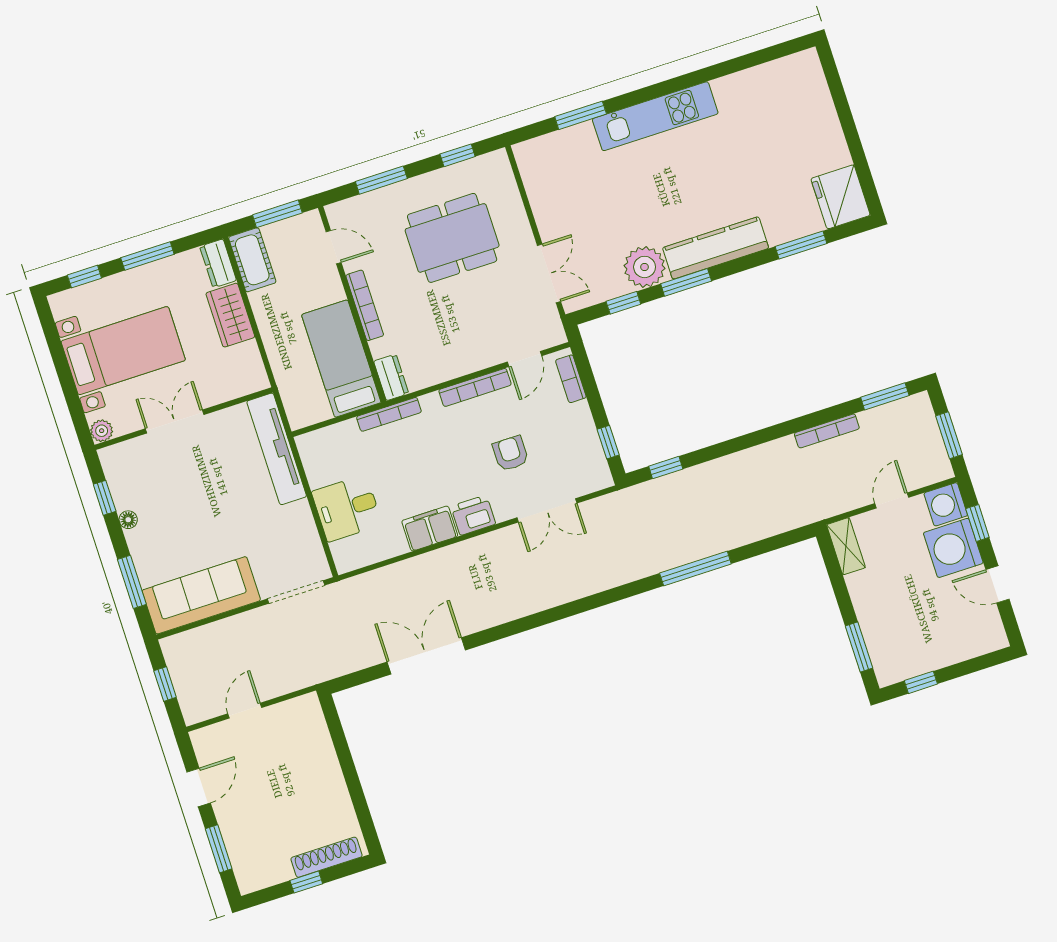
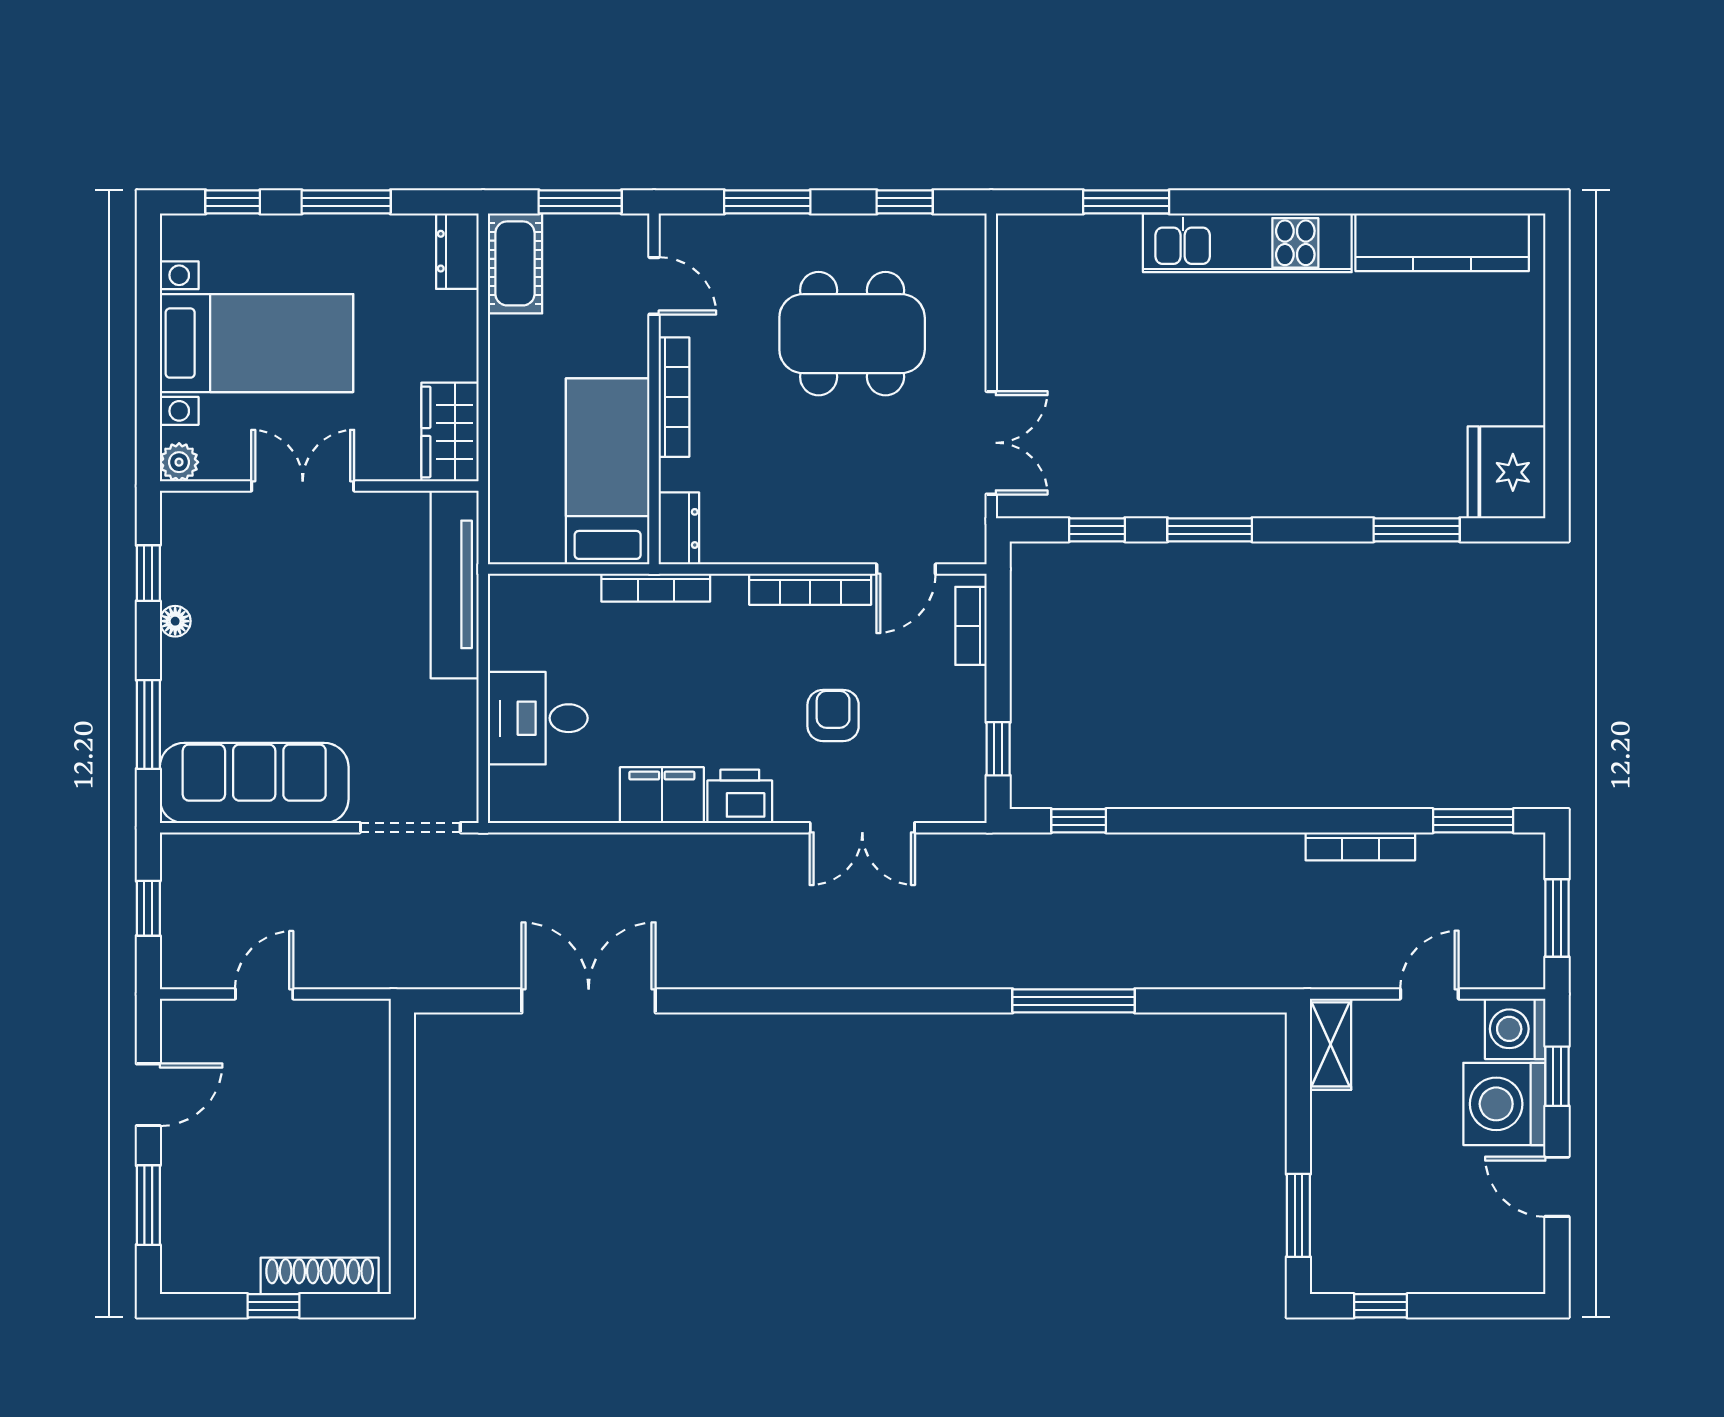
kitchen counter: (716, 248) -> (1442, 242), moved, turned 180
plant: (645, 267) -> (1150, 483), removed
wardrobe: (230, 315) -> (450, 432), moved

